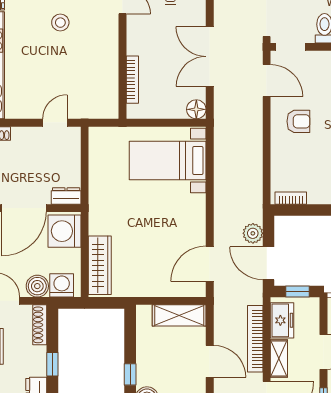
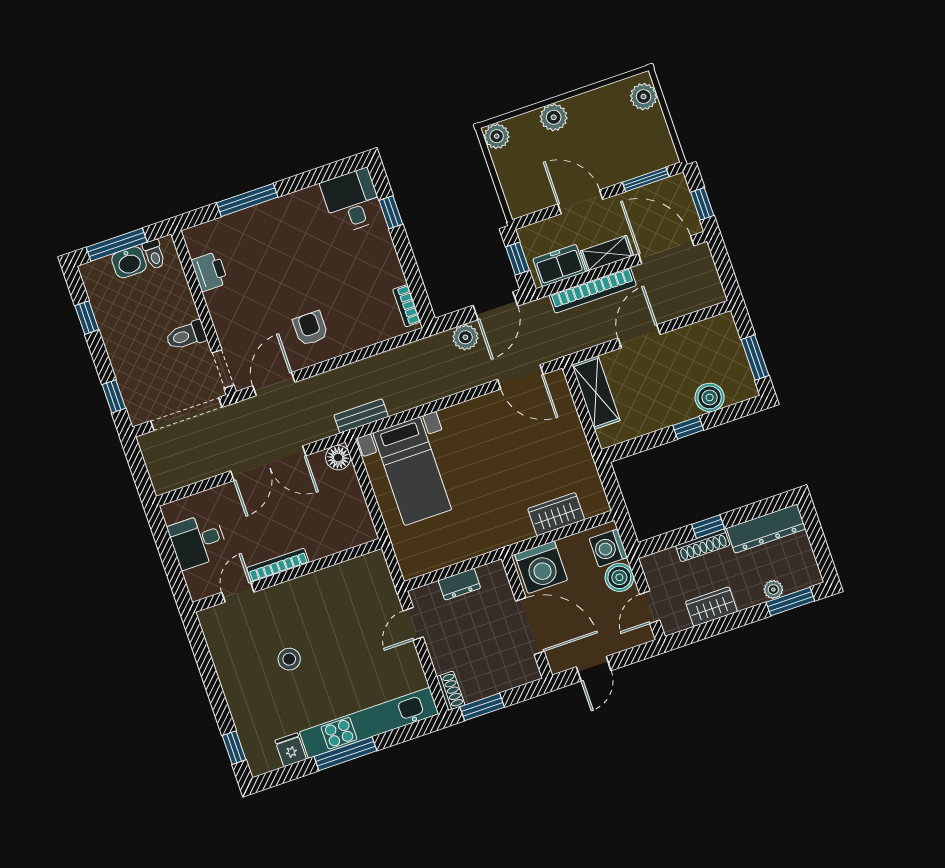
bookcase: (132, 80) -> (278, 565), moved
door: (55, 123) -> (413, 624), hinge flipped
bench: (221, 137) -> (361, 416), added
dresser: (66, 196) -> (459, 584), moved, turned -90
wardrobe: (100, 265) -> (556, 514), width x0.67
shoe rack: (40, 325) -> (703, 545), moved

